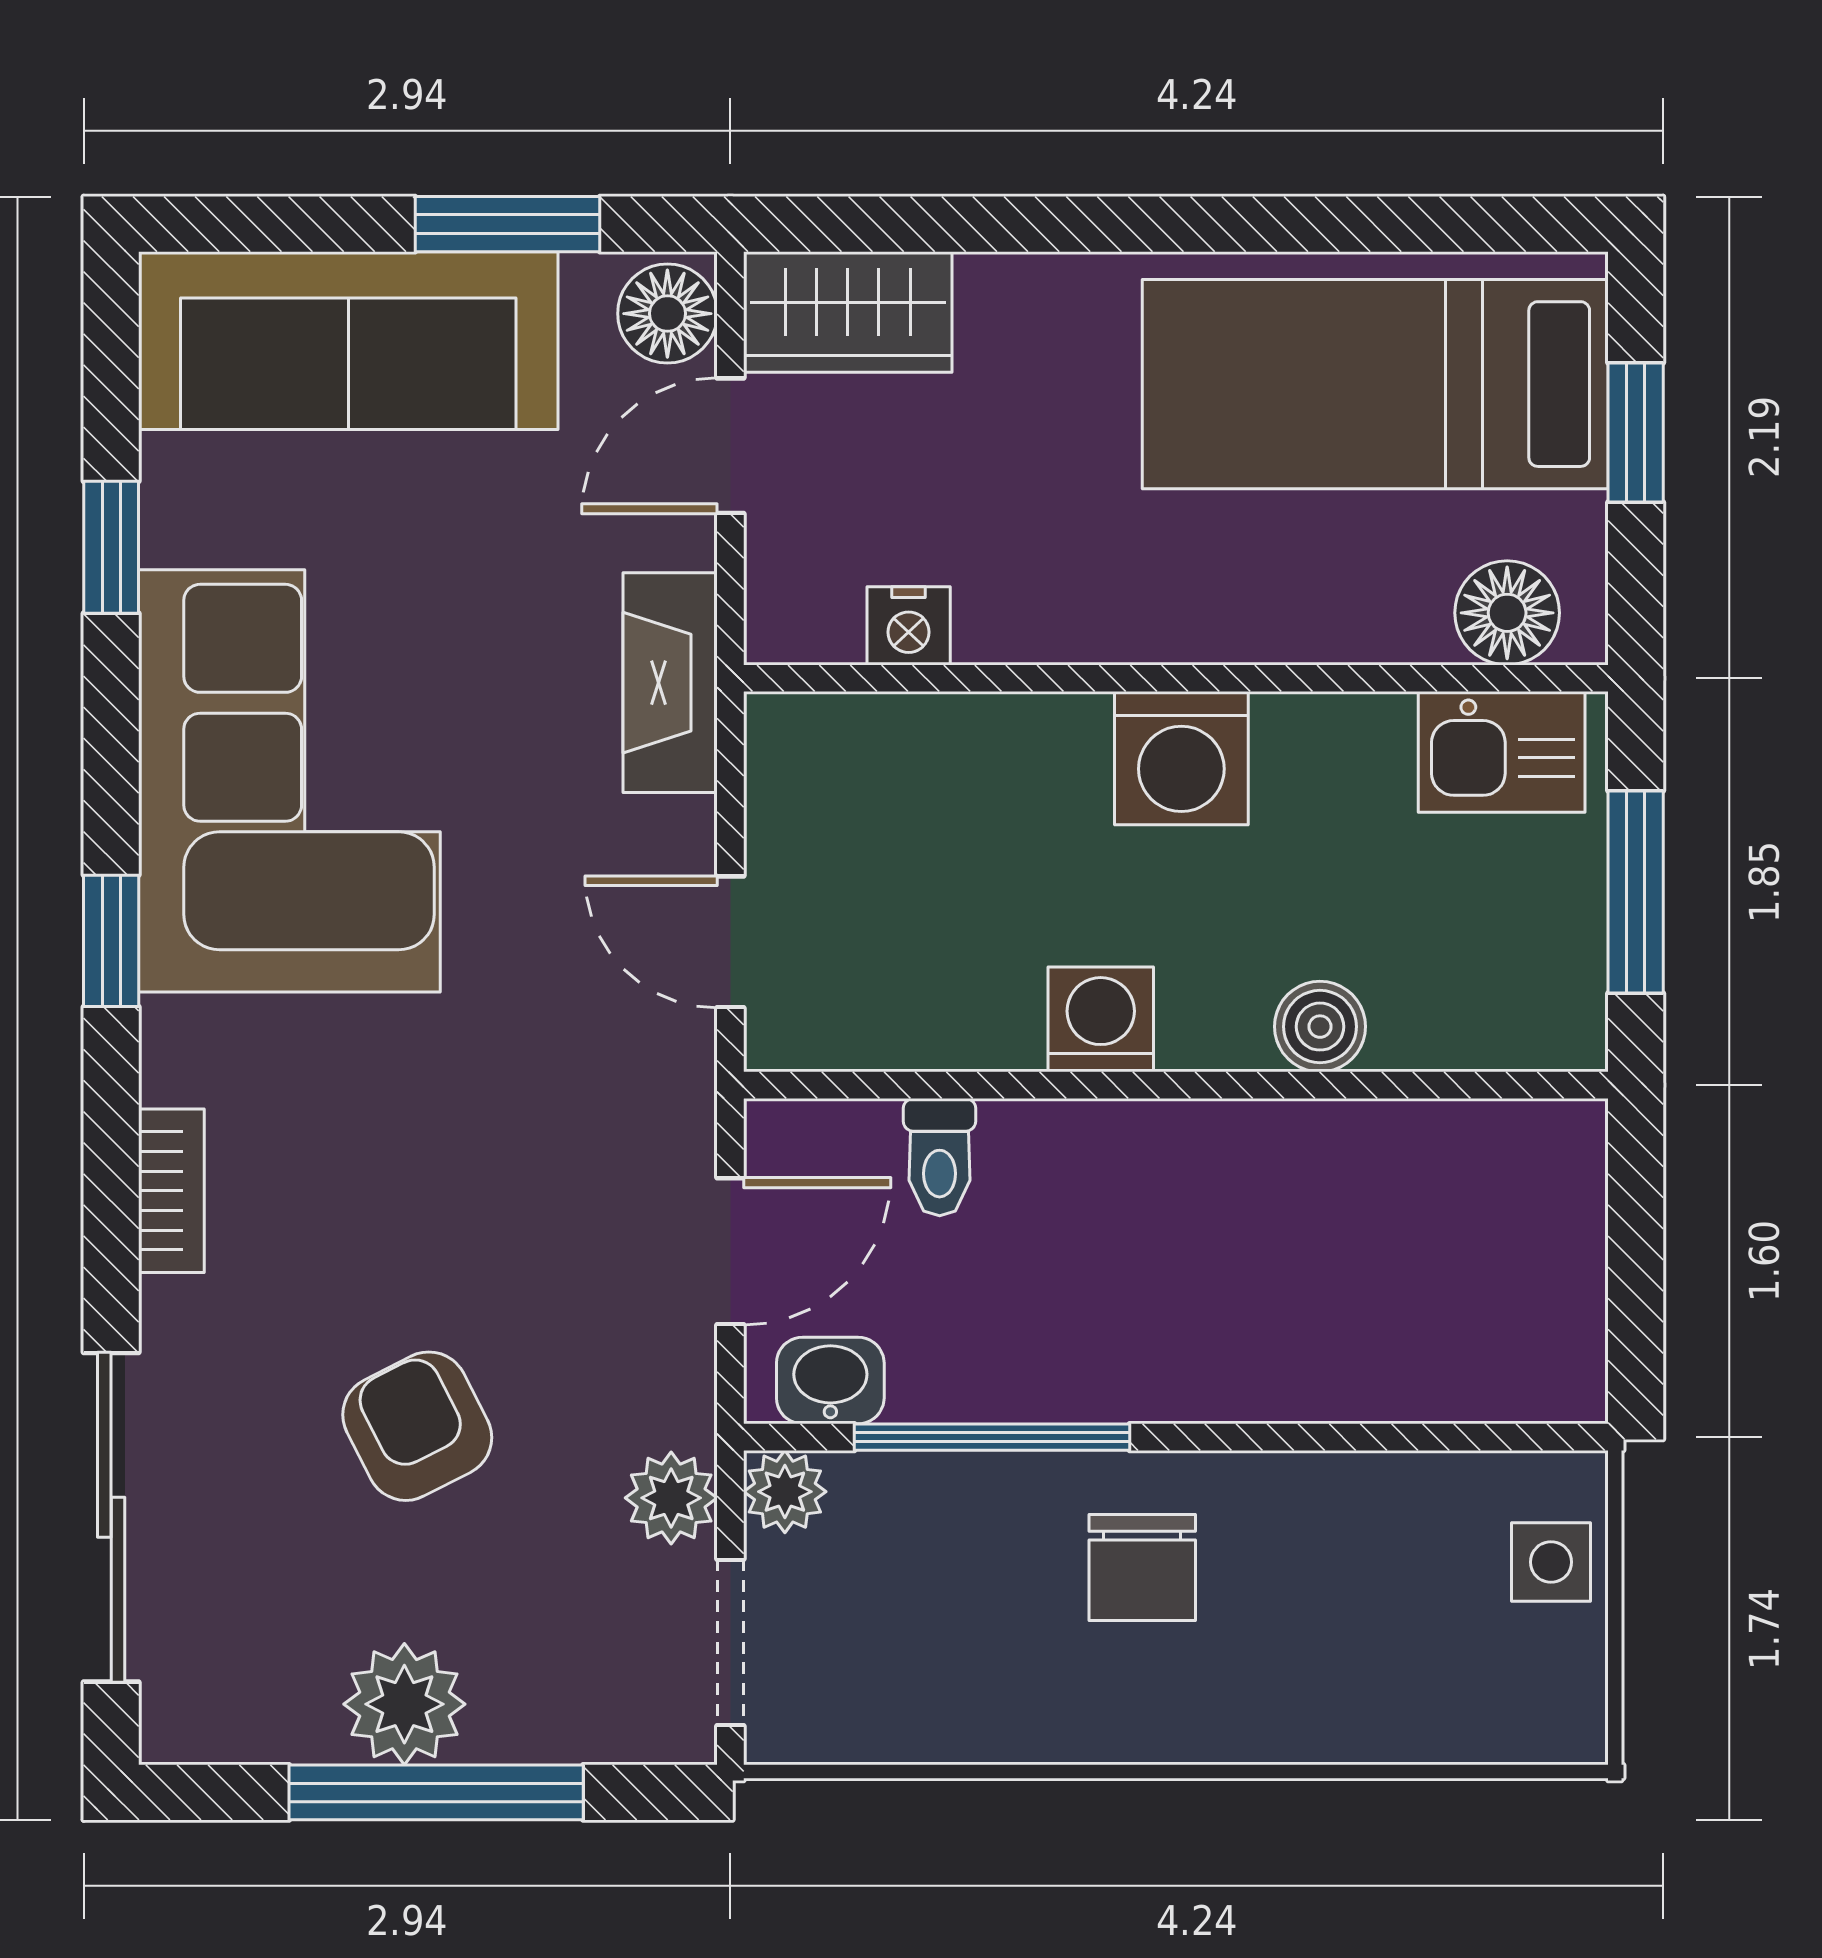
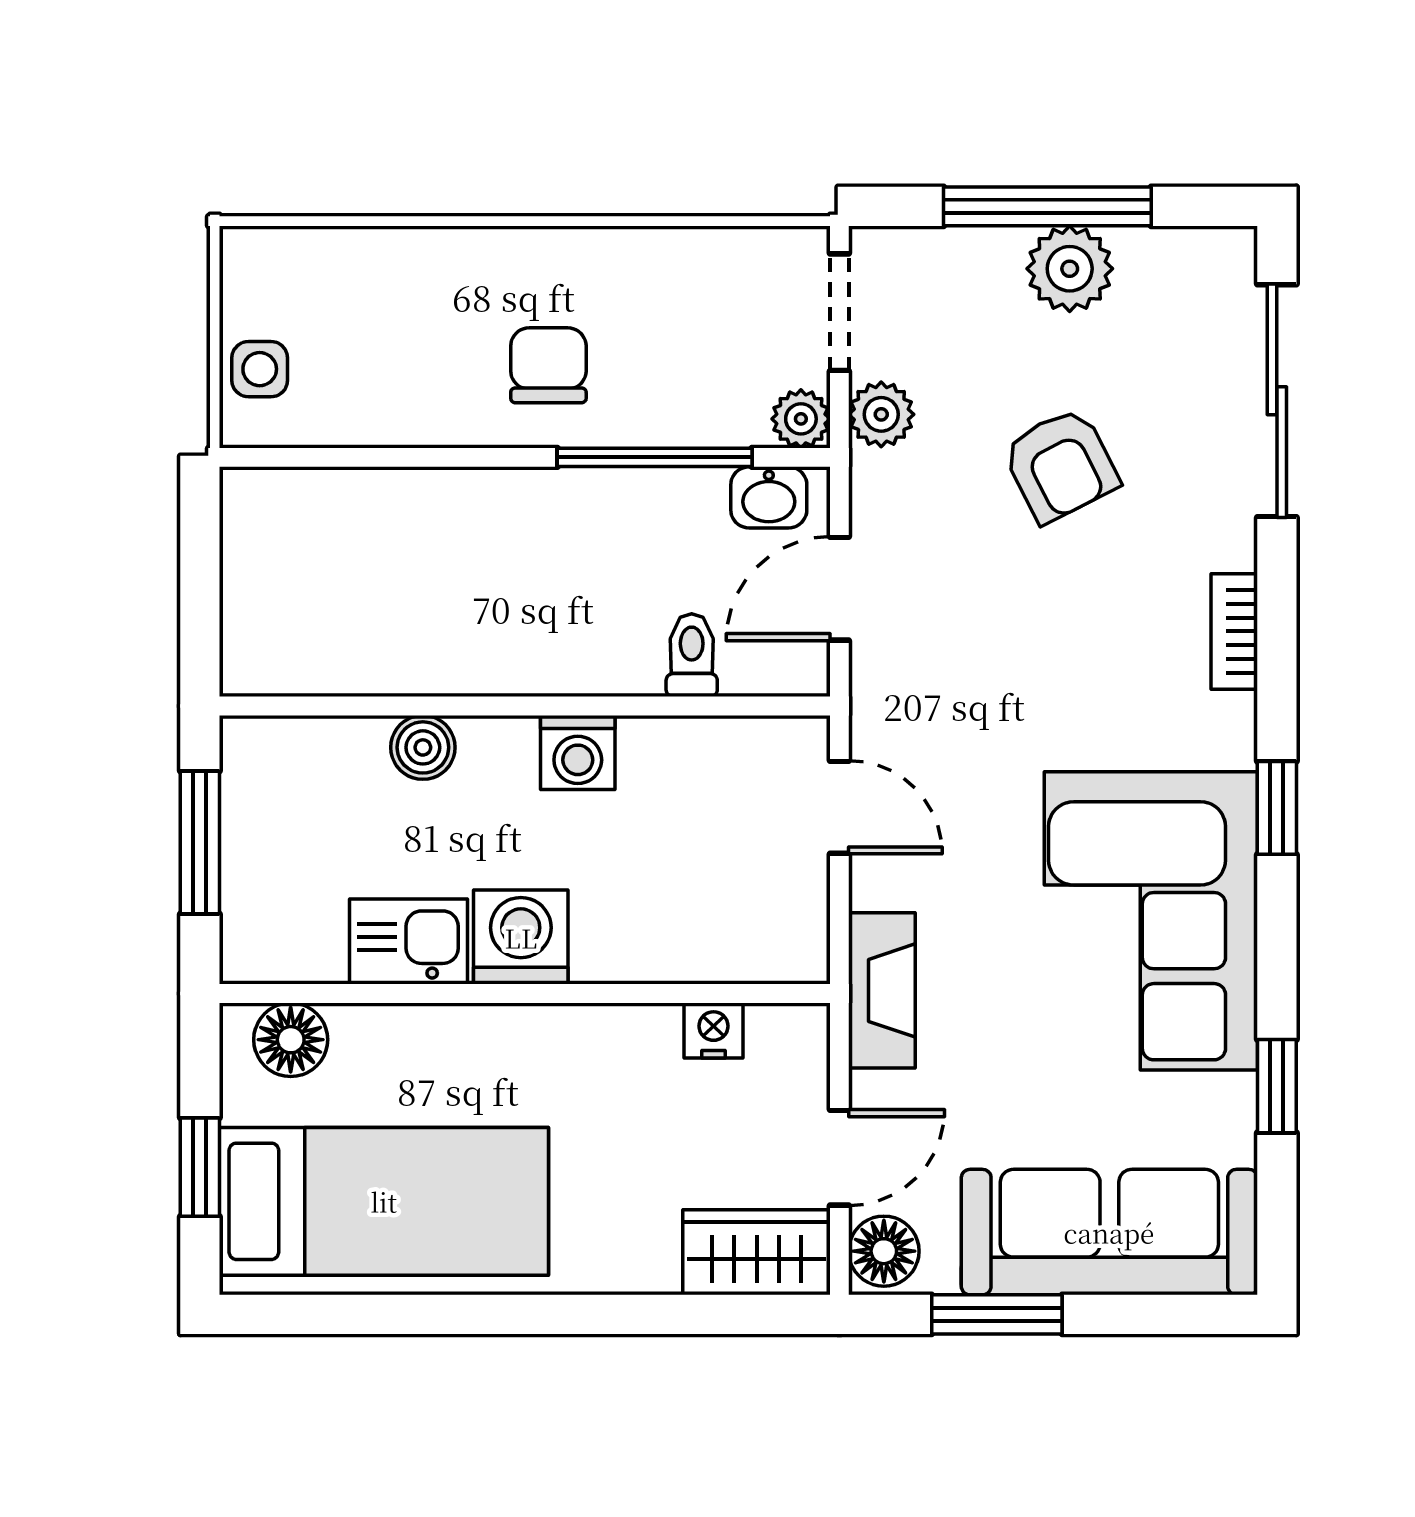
kitchen sink: (1502, 752) -> (409, 941), moved

